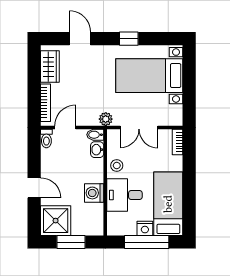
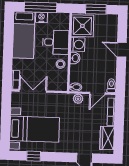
window: (129, 39) -> (34, 156), moved
plant: (106, 119) -> (78, 99), moved
double door: (139, 127) -> (33, 91), moved
washbasin: (97, 150) -> (75, 58), moved
shower: (56, 221) -> (82, 26), moved

